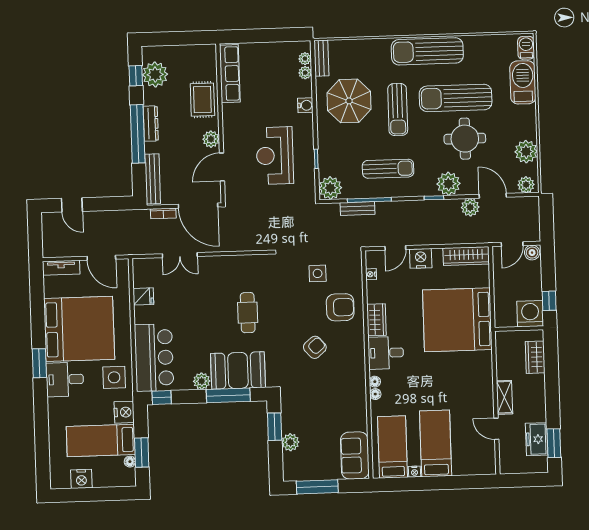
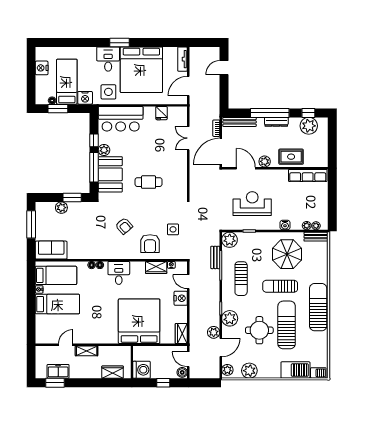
wardrobe: (466, 256) -> (181, 334), width x0.67
window: (549, 301) -> (163, 383), moved
wardrobe: (376, 320) -> (156, 267), moved
window: (162, 398) -> (94, 140), moved

